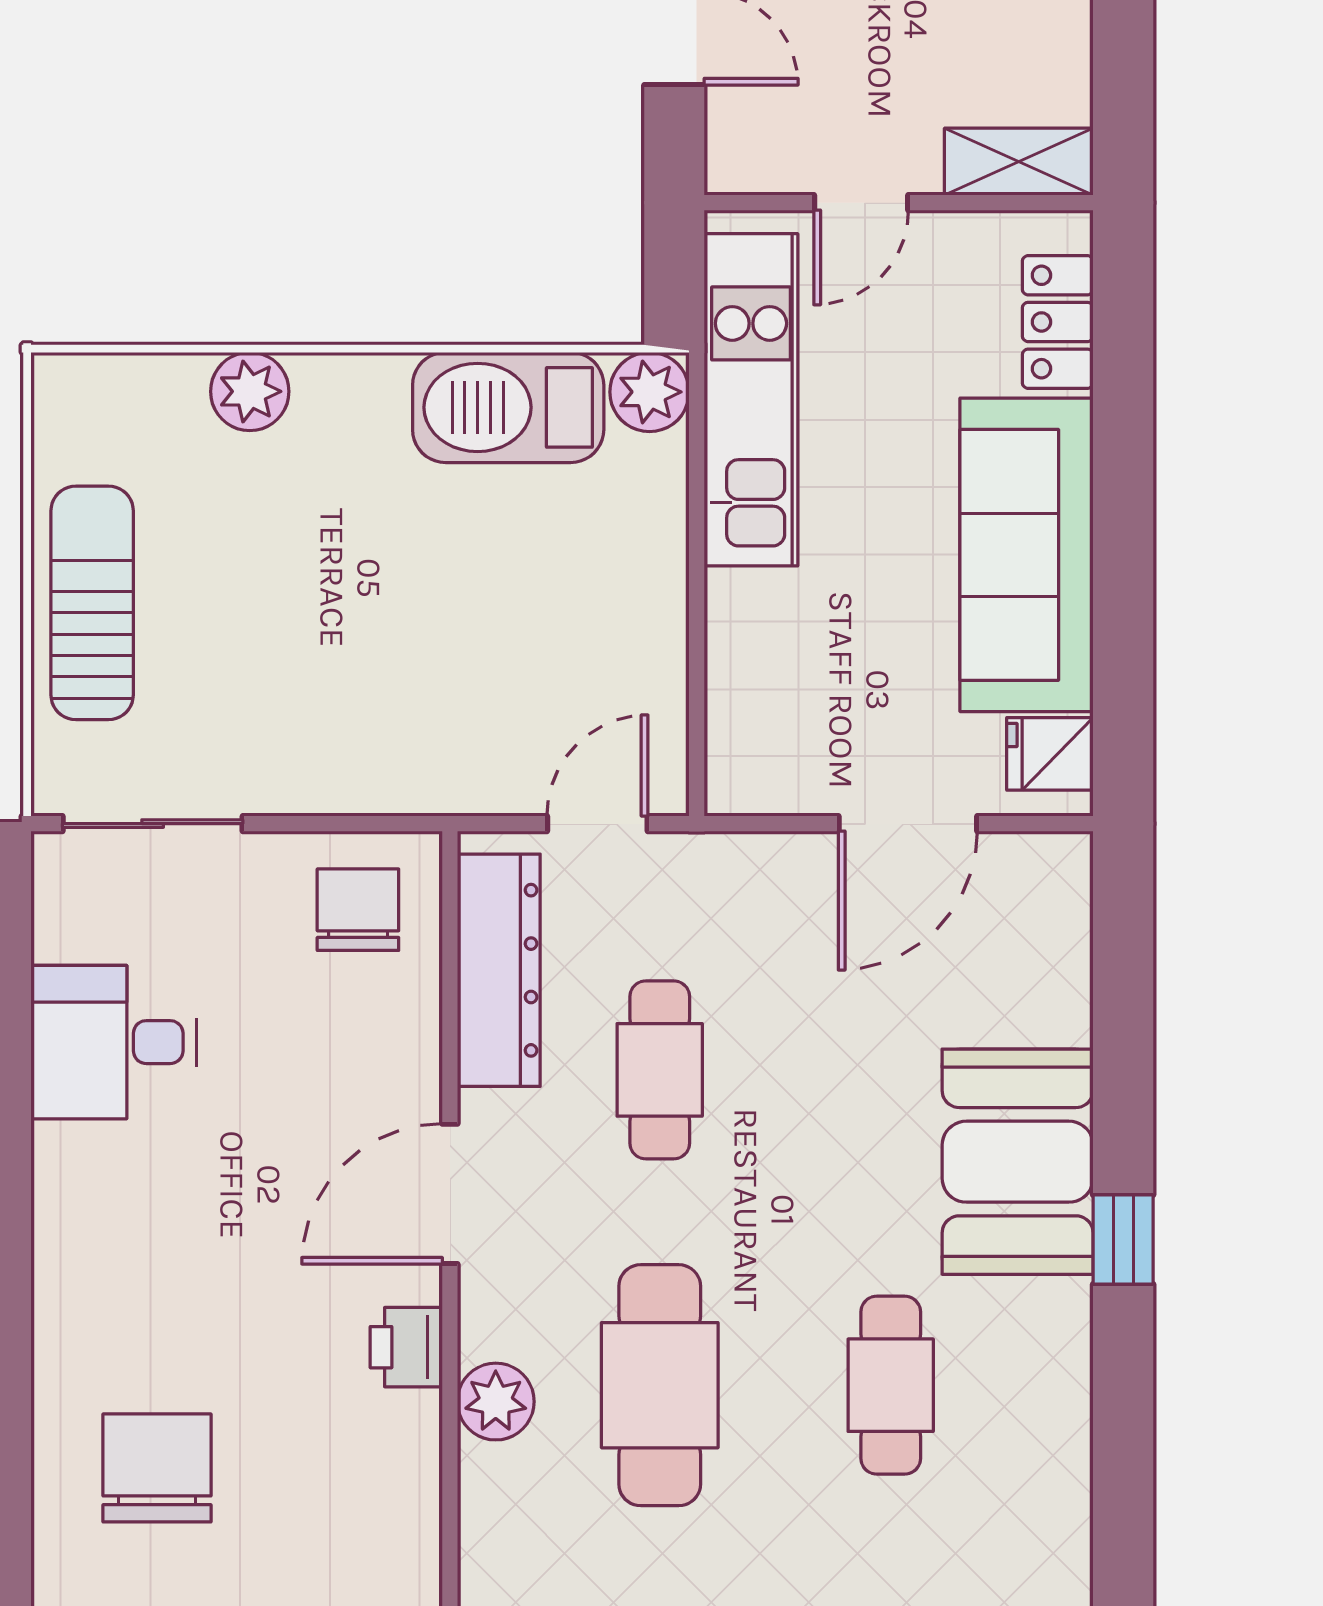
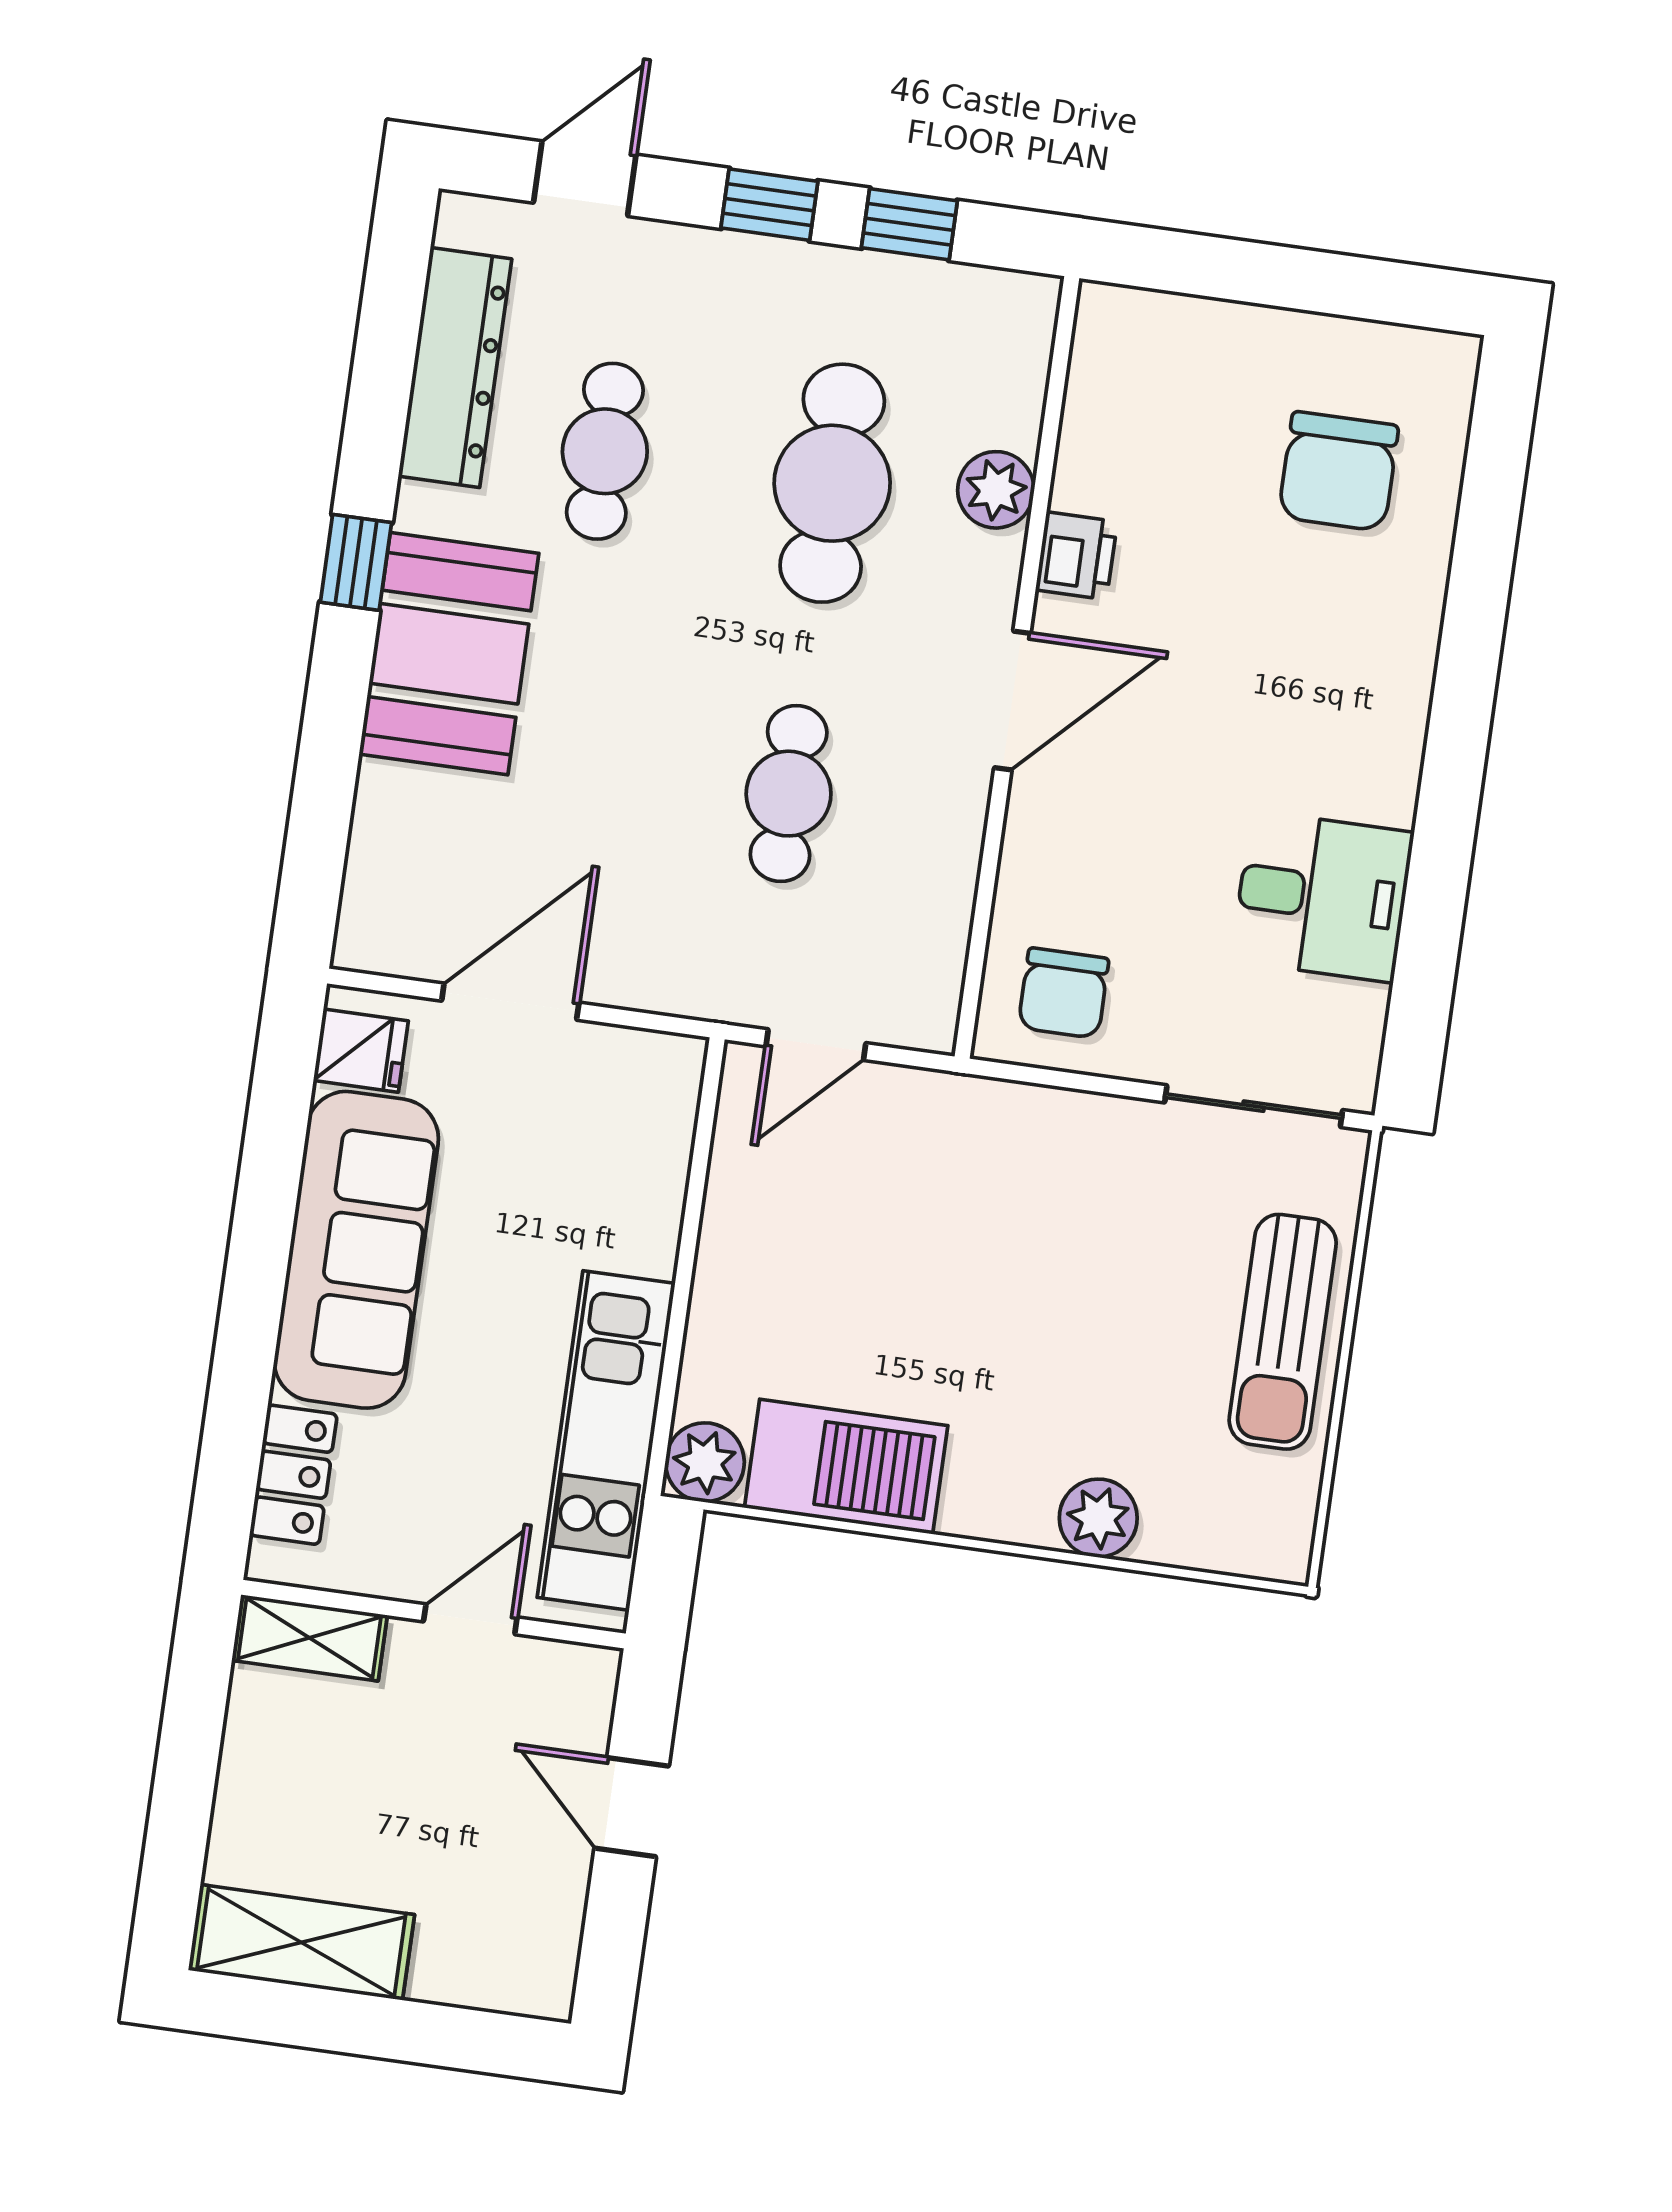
dresser: (499, 970) -> (455, 368), moved, turned 180

